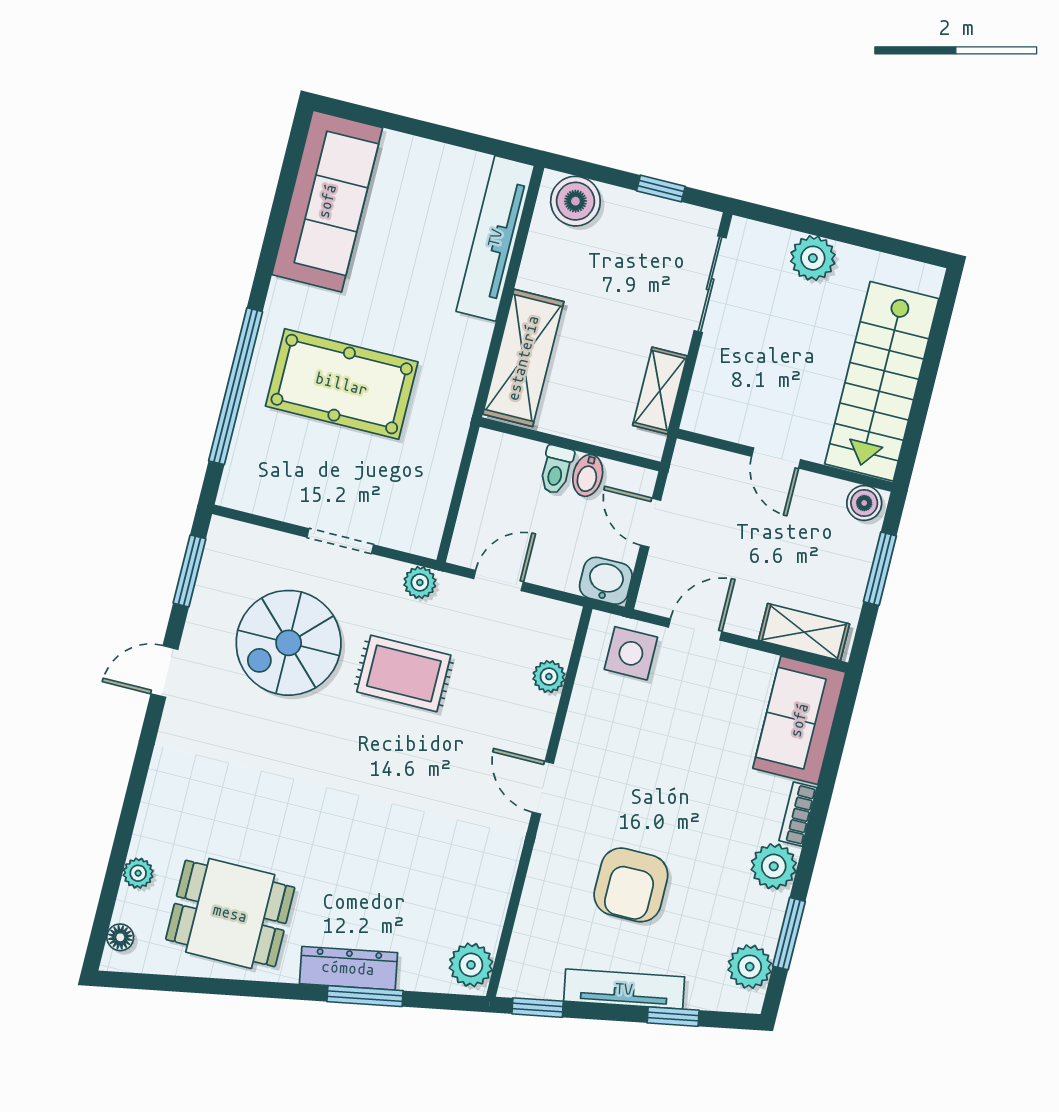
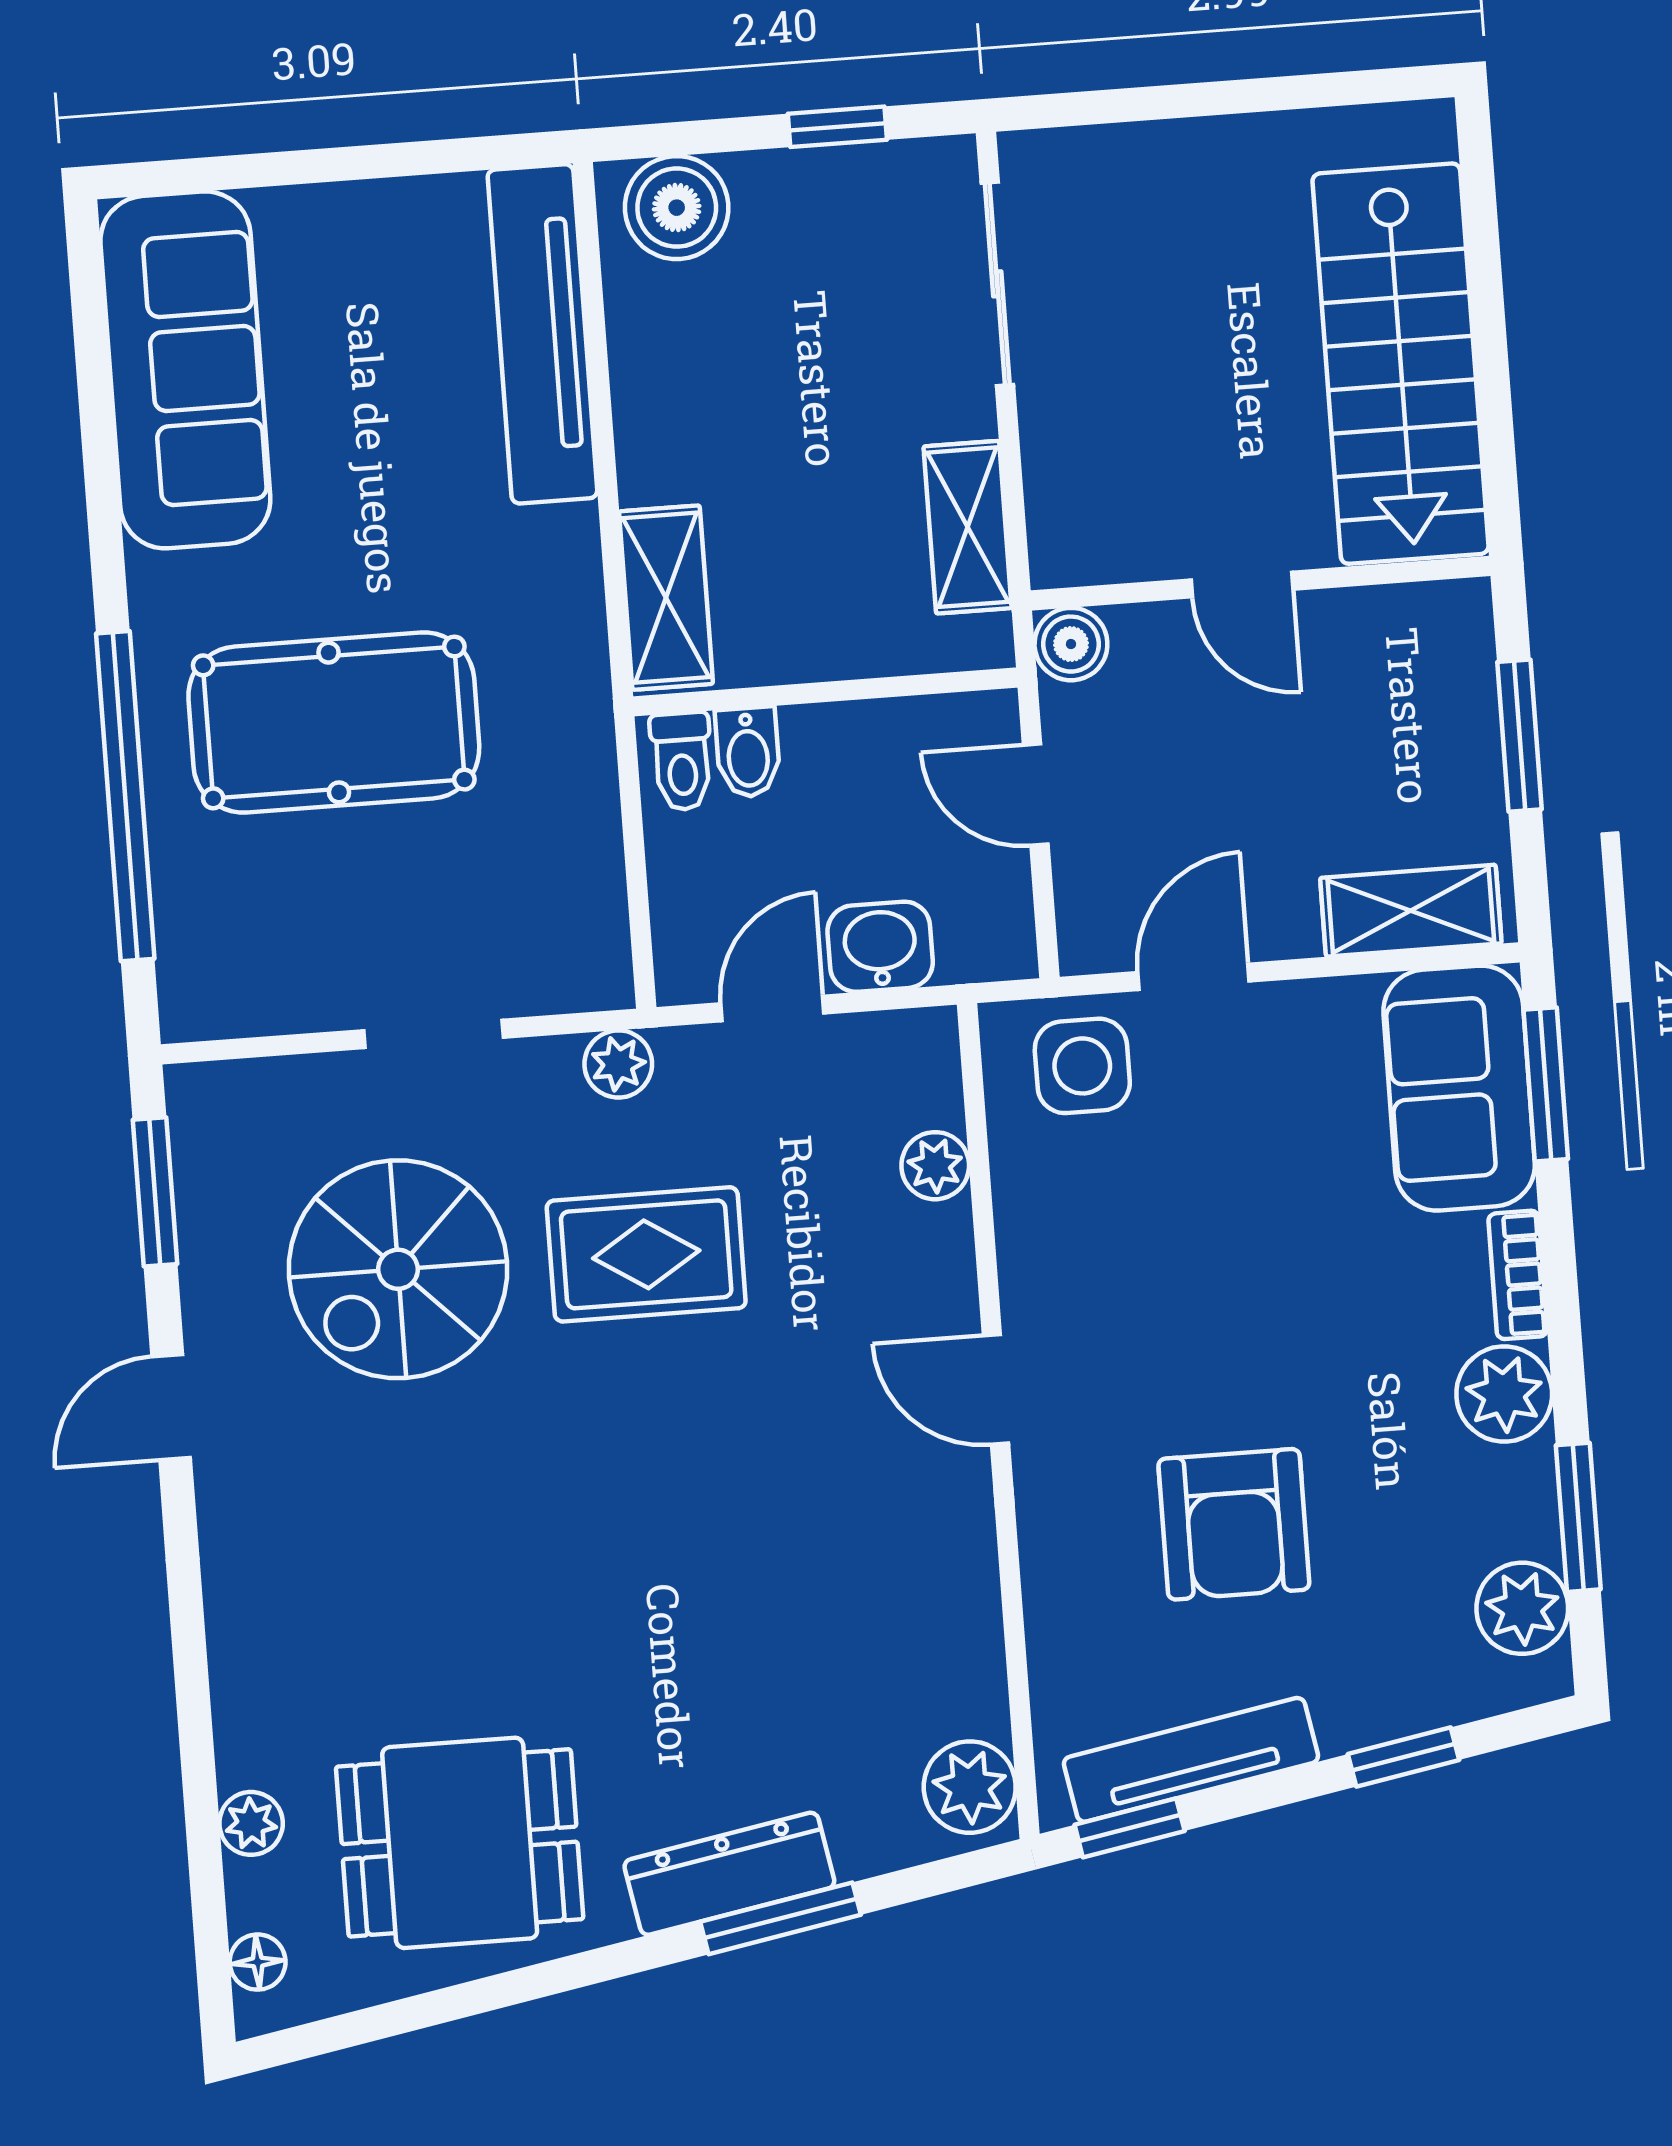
plant: (813, 258) -> (1184, 165), removed
shelving: (523, 358) -> (666, 598), width x0.67, depth x0.75
toilet: (556, 470) -> (682, 761), moved
bidet: (588, 475) -> (748, 752), moved
boiler: (864, 503) -> (1071, 644), moved
washbasin: (606, 581) -> (880, 947), moved
window: (839, 732) -> (1546, 1084), added
tv unit: (624, 989) -> (1191, 1760), moved

